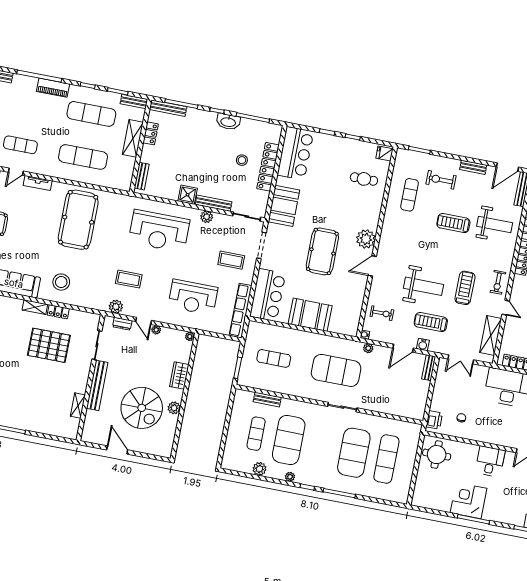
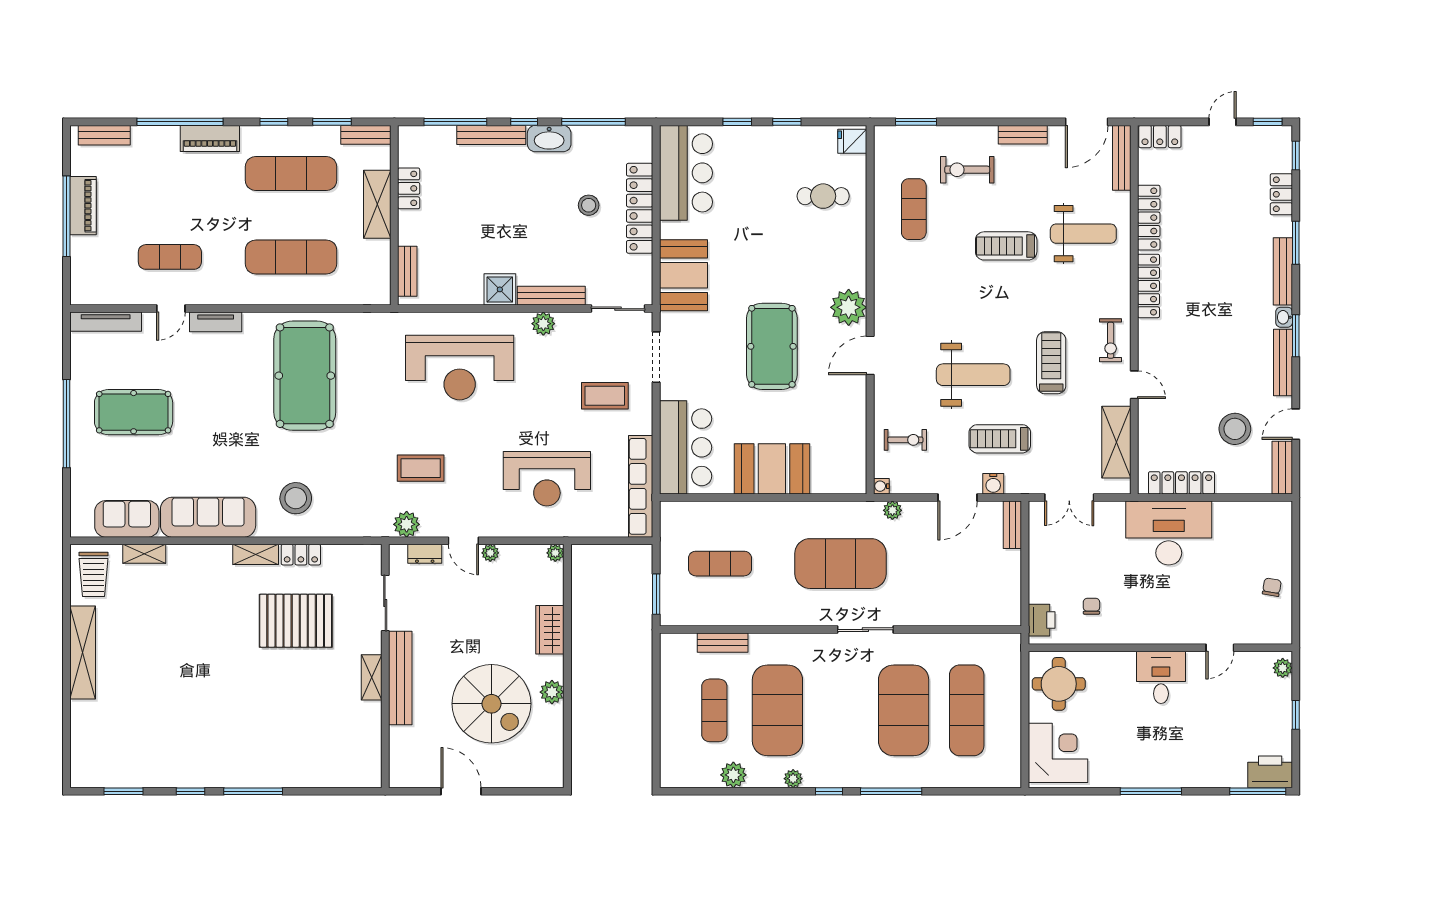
bench: (168, 108) -> (491, 135), moved
shelving: (78, 406) -> (372, 677), moved
corner desk: (469, 501) -> (1058, 753), moved, turned 90

